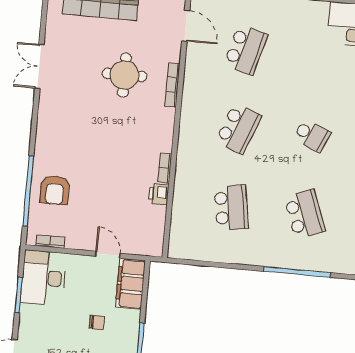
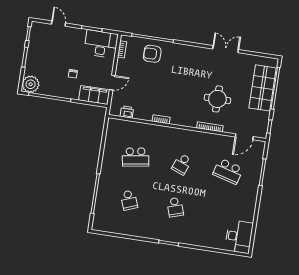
school desk: (238, 129) -> (182, 164), width x0.54
school desk: (312, 135) -> (175, 207), turned -42
printer: (159, 194) -> (127, 112), moved
school desk: (305, 214) -> (129, 200), width x0.54

